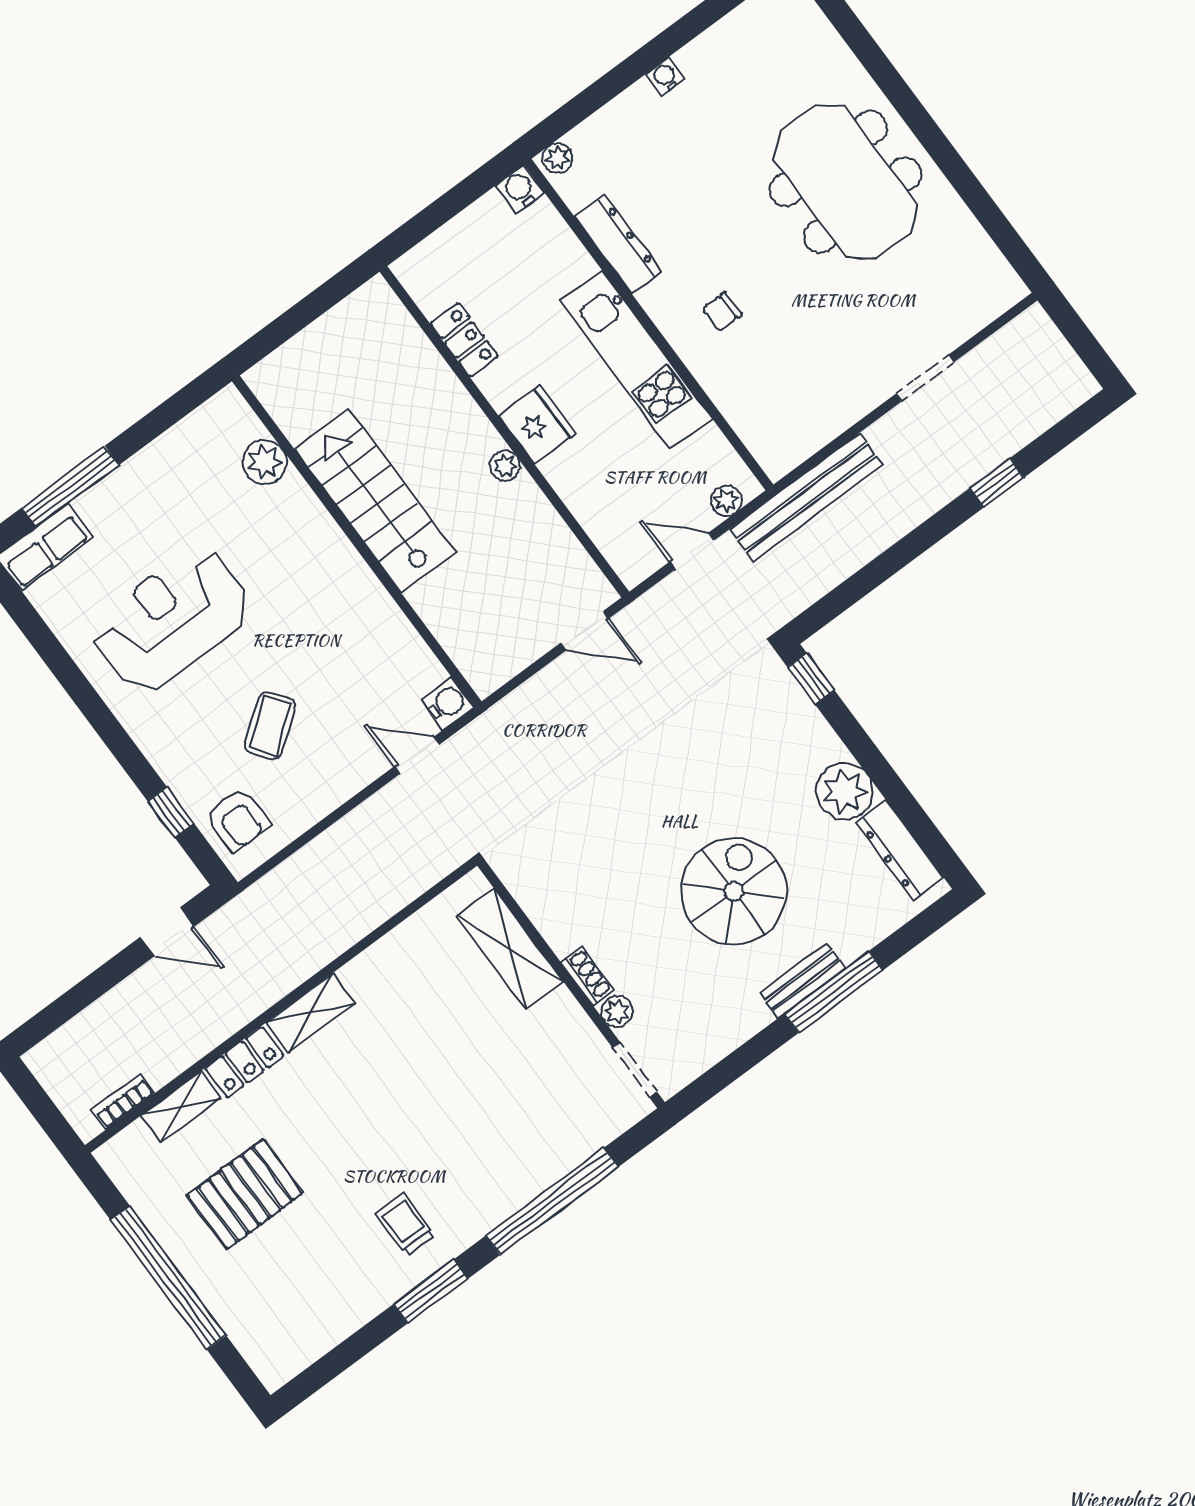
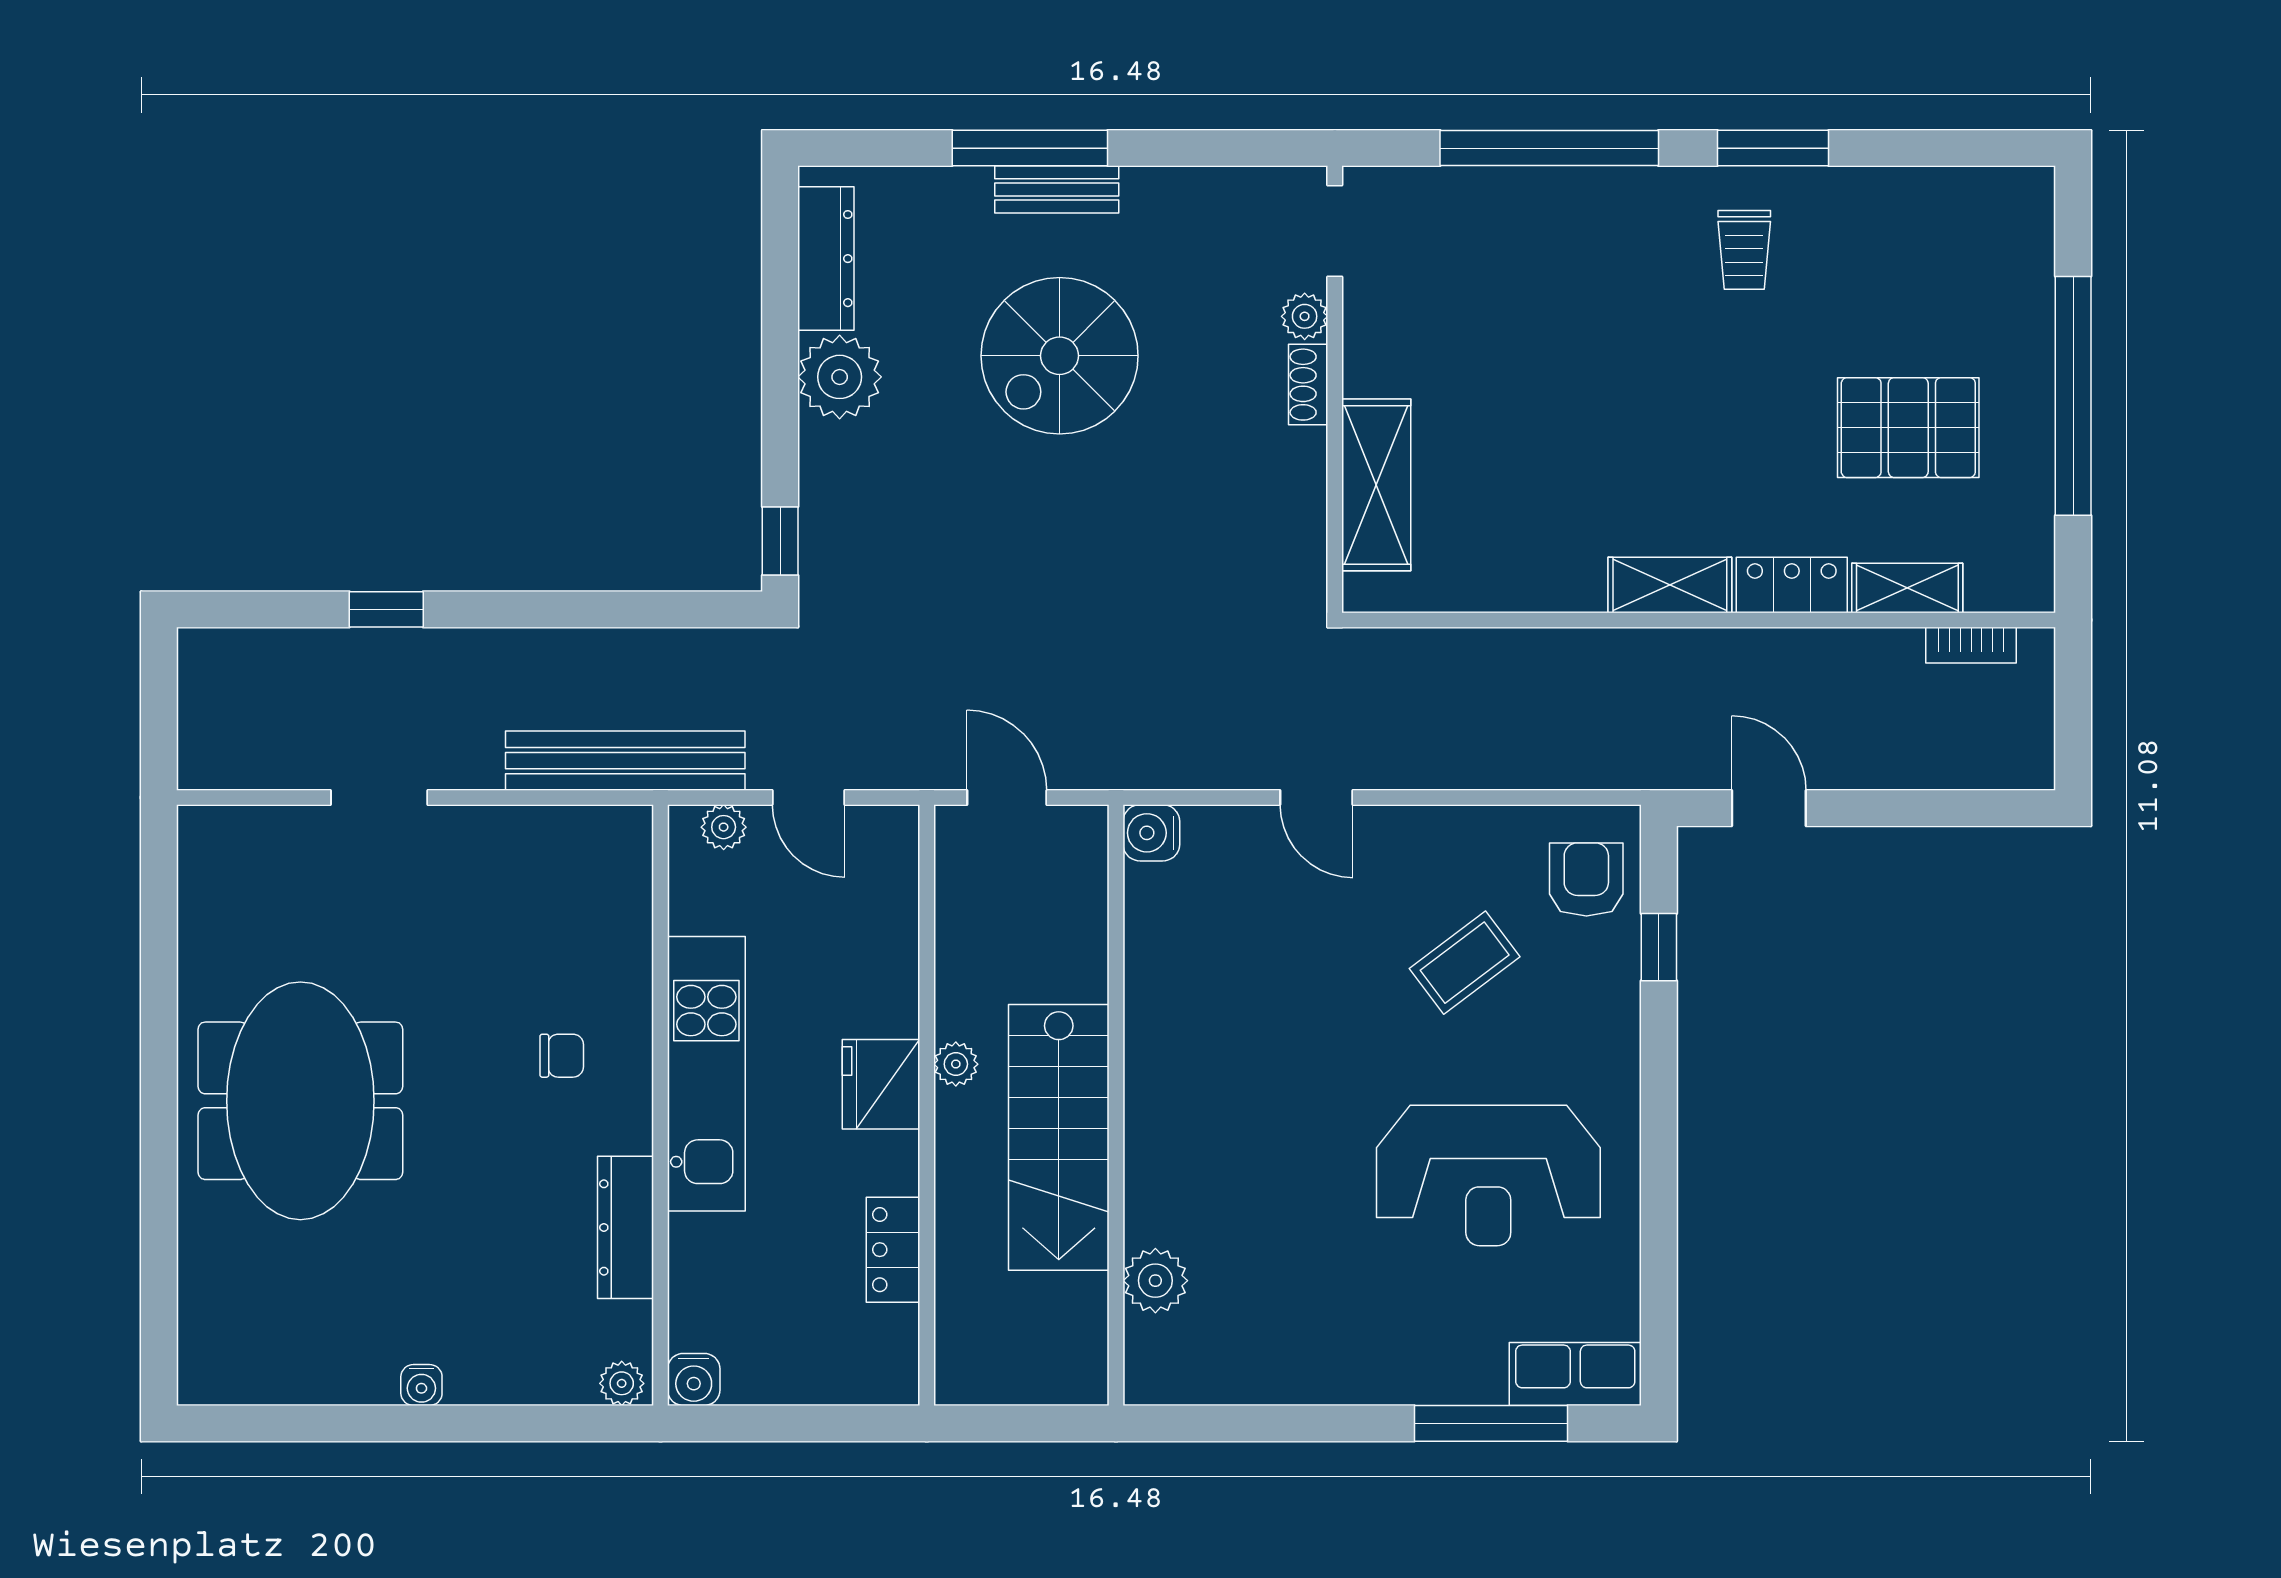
plant: (265, 462) -> (1155, 1281), moved
stairs: (375, 501) -> (1059, 1137), moved
wall: (357, 541) -> (1116, 1105), moved
water cooler: (447, 703) -> (1151, 833), moved

